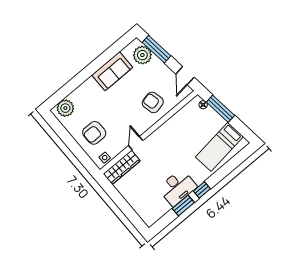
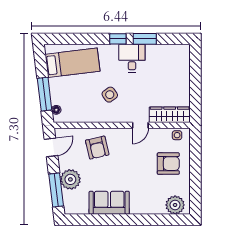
plant: (142, 55) -> (70, 179), moved
side table: (175, 146) -> (110, 95), added
desk: (177, 187) -> (132, 58), width x0.73

